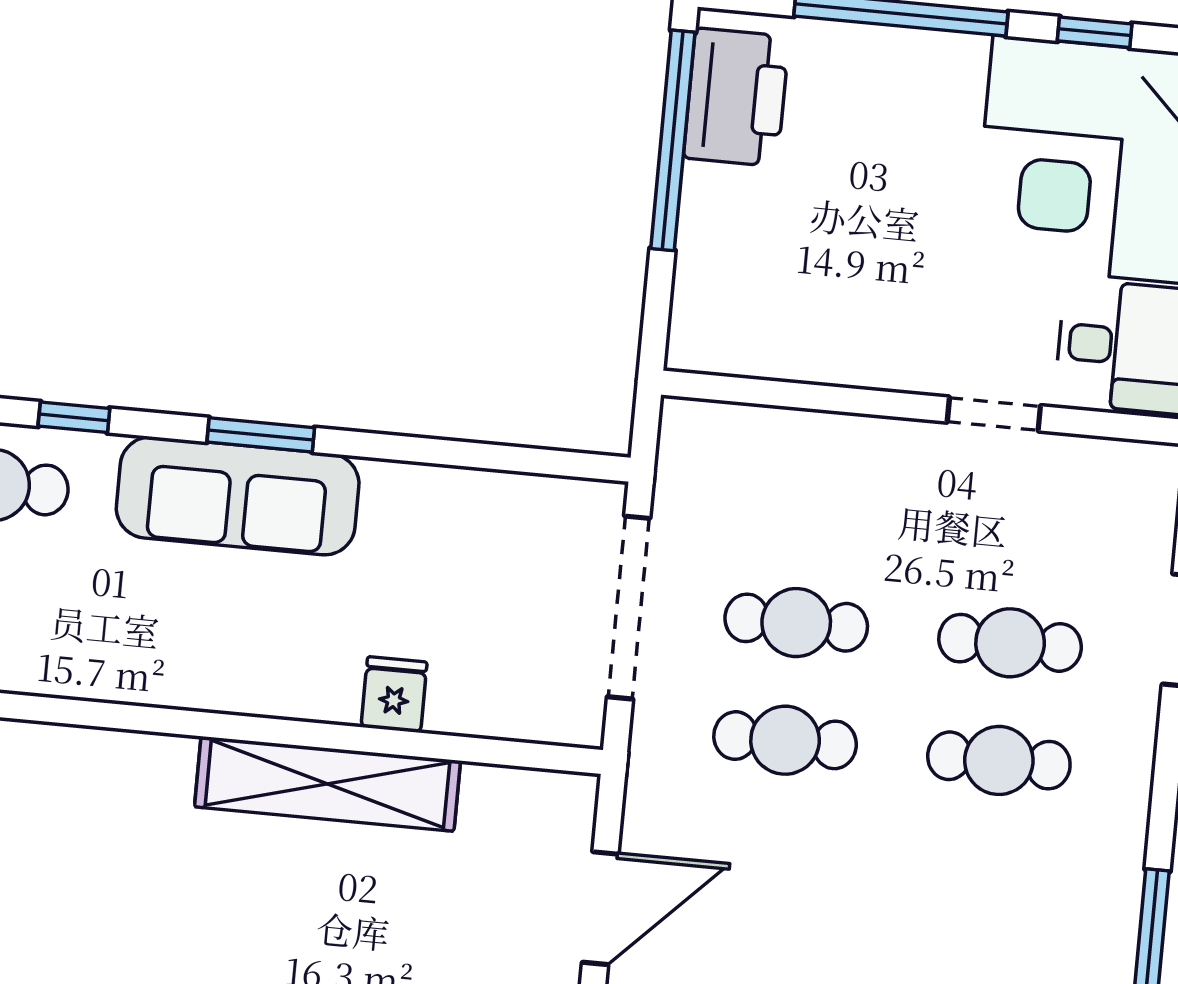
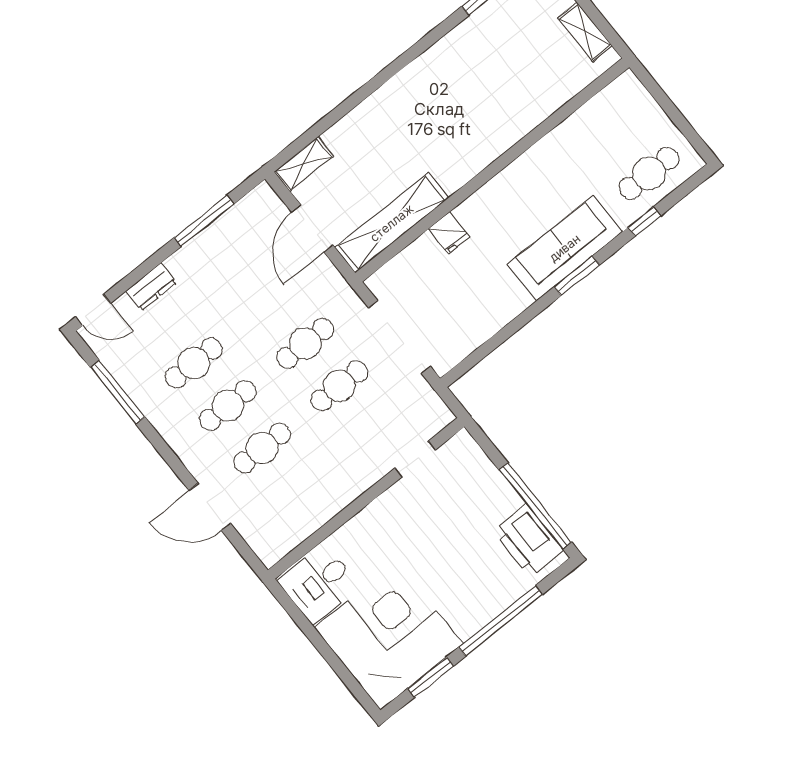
window: (1095, 32) -> (430, 677), width x1.50
doorway: (994, 414) -> (415, 459), moved
shelving: (327, 784) -> (392, 223), moved
cafe table: (988, 878) -> (194, 363), added

